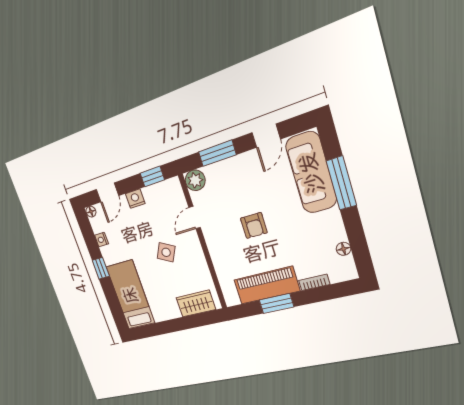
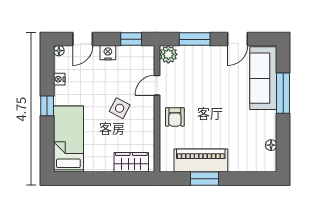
armchair: (254, 225) -> (175, 117), moved
bookcase: (314, 282) -> (241, 167), removed

